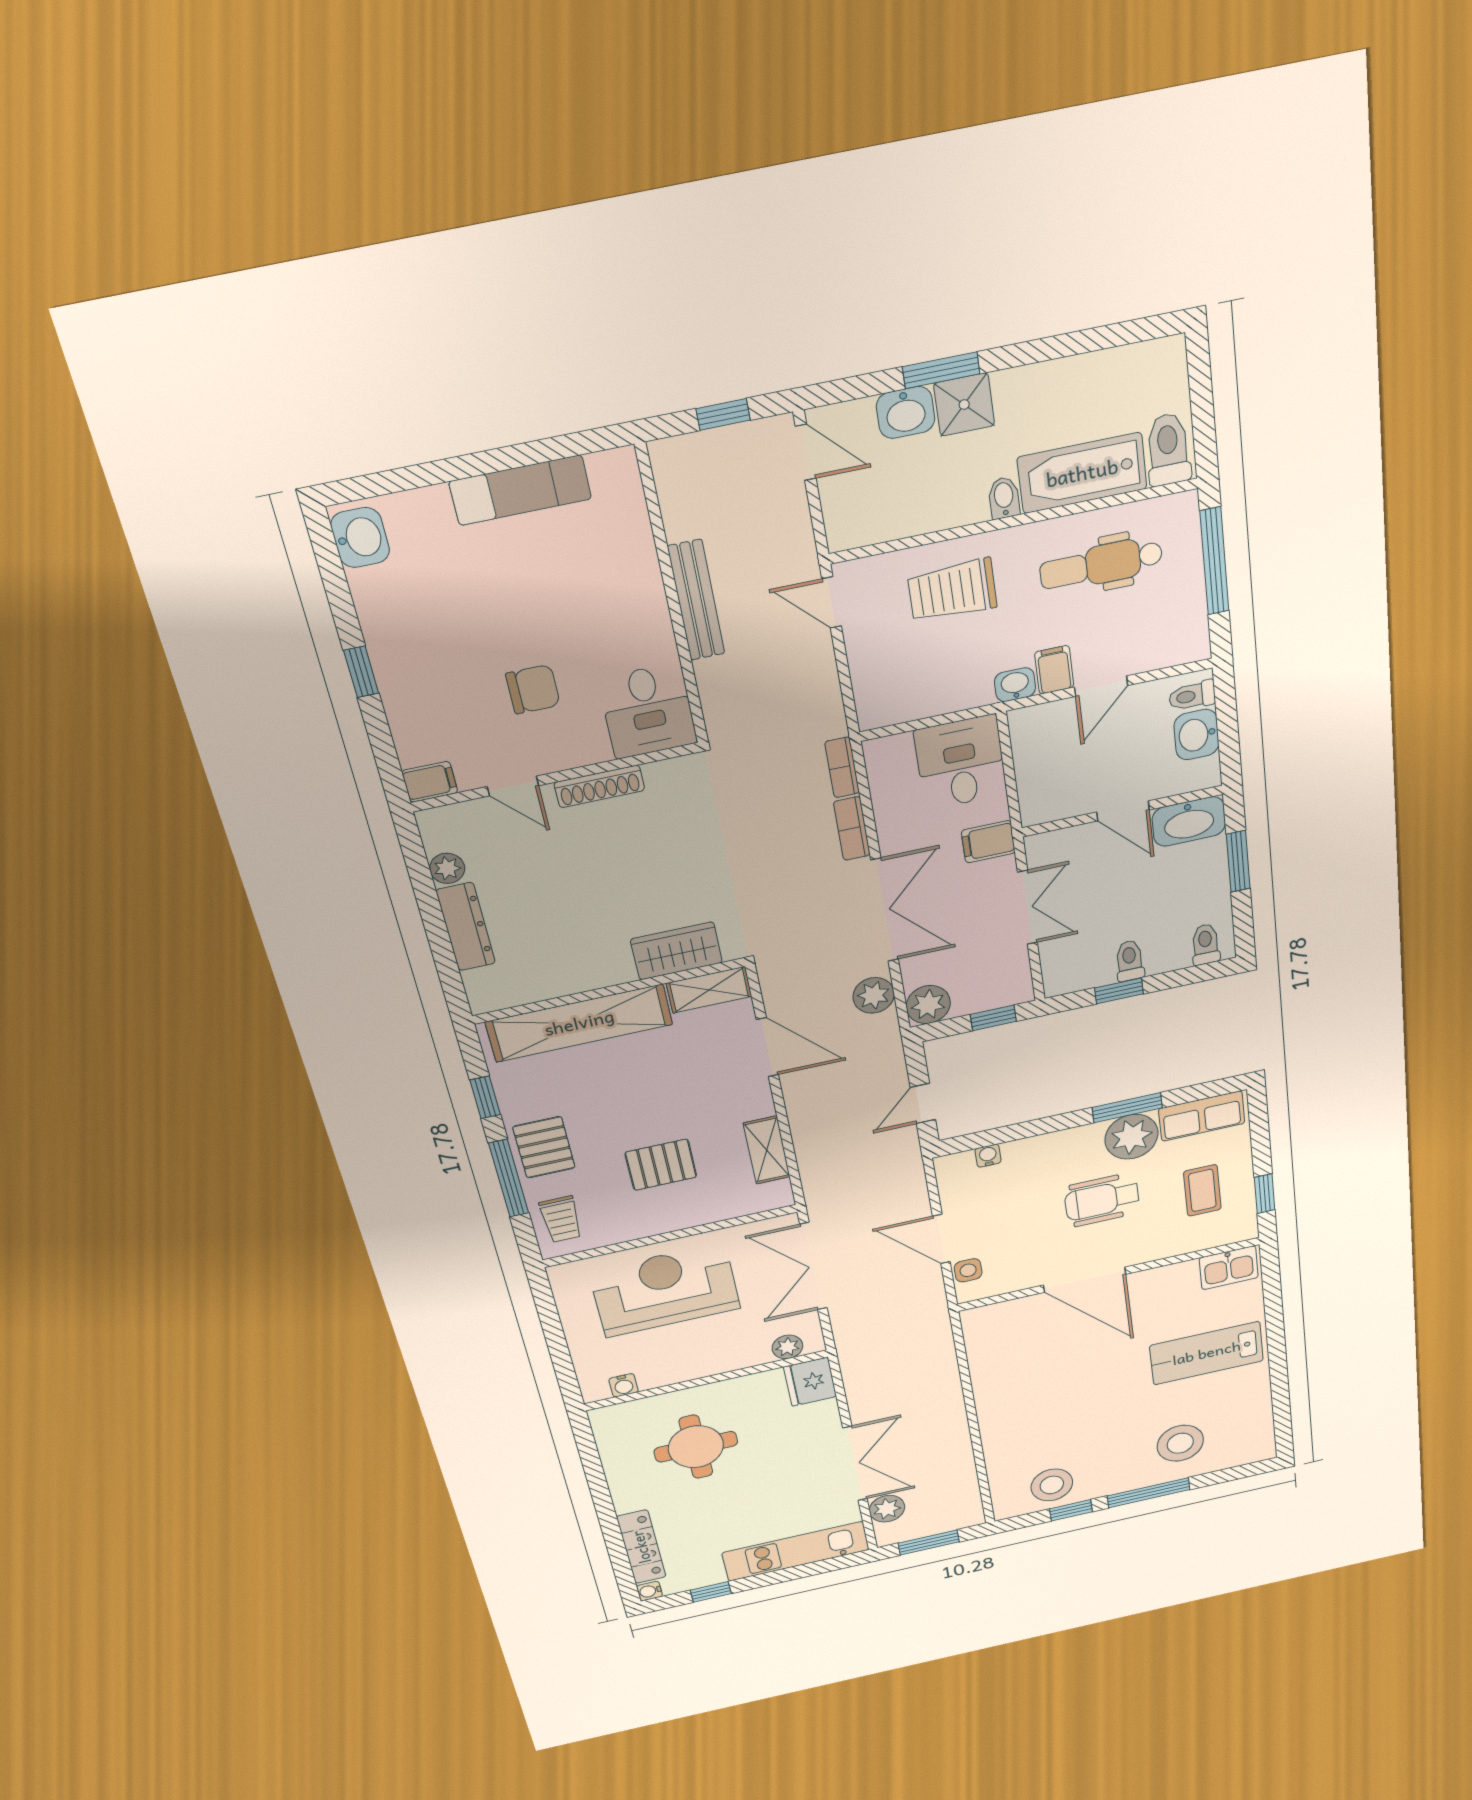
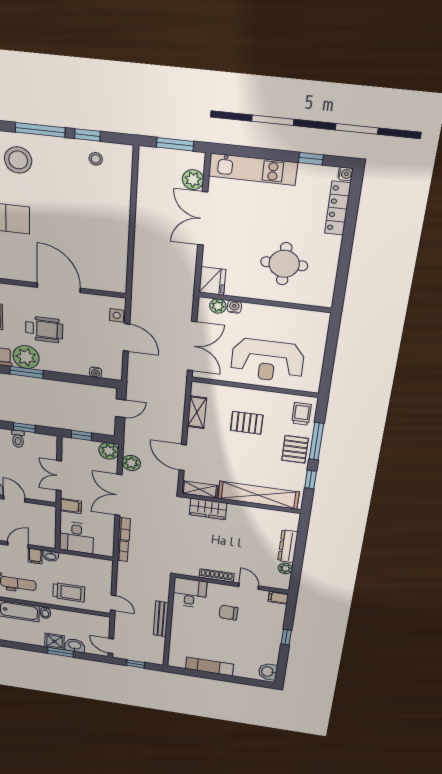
water cooler: (624, 1385) -> (234, 307), moved
stool: (1052, 1485) -> (96, 159), width x0.53, depth x0.53

